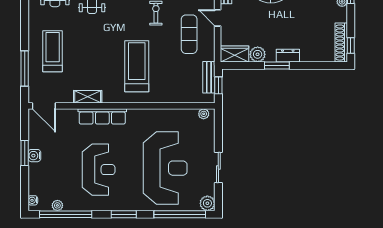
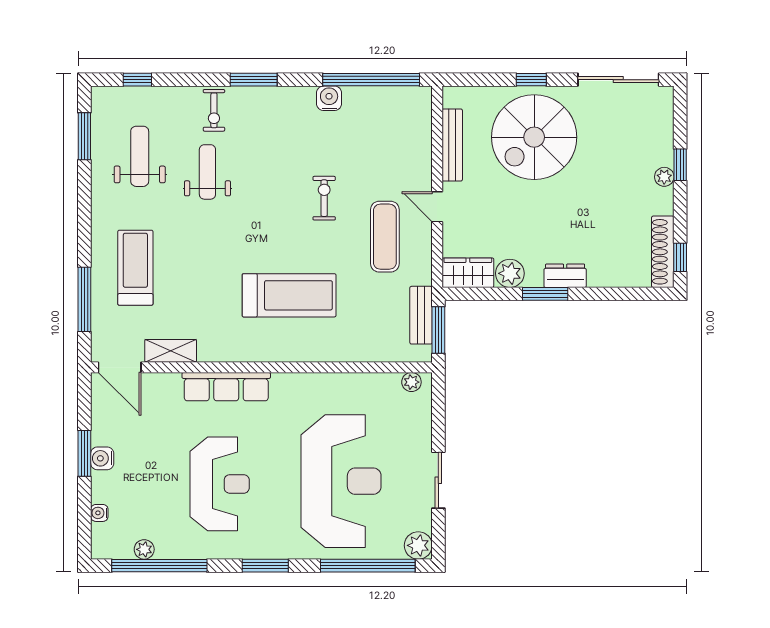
treadmill: (137, 66) -> (289, 295), turned 90
window: (218, 85) -> (438, 330), width x1.50
shelving: (88, 97) -> (171, 351), moved
water cooler: (33, 200) -> (99, 513), moved

